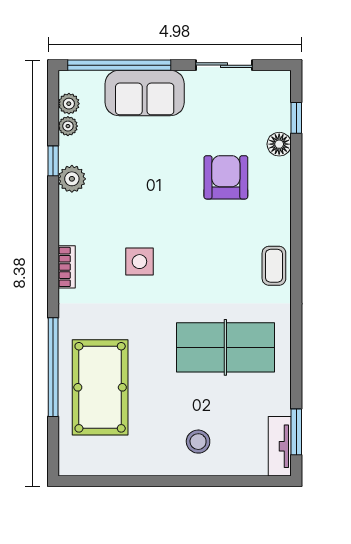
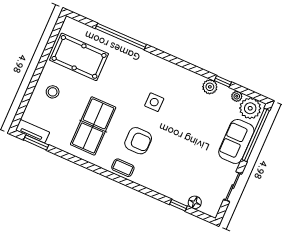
plant: (69, 104) -> (250, 108), width x1.87, depth x1.87
window: (296, 118) -> (178, 205), moved
floor lamp: (279, 144) -> (195, 202), moved
armchair: (226, 177) -> (138, 141), moved
bookcase: (67, 267) -> (167, 65), removed
pool table: (100, 387) -> (79, 57), moved

